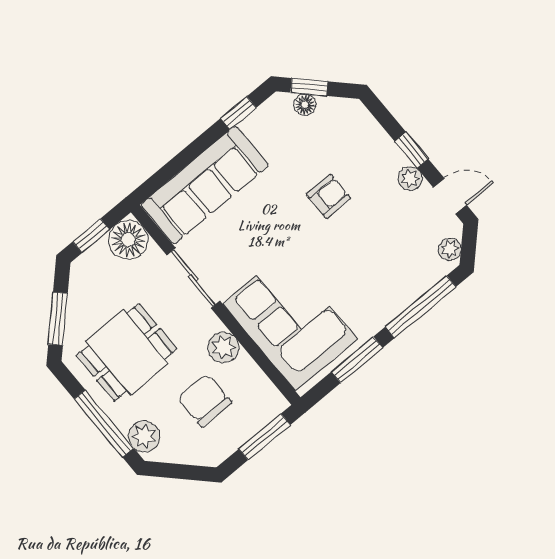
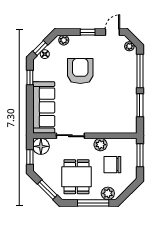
plant: (410, 179) -> (64, 40), moved
armchair: (328, 196) -> (80, 71), width x1.88, depth x1.88
corner sofa: (290, 321) -> (110, 116), removed

